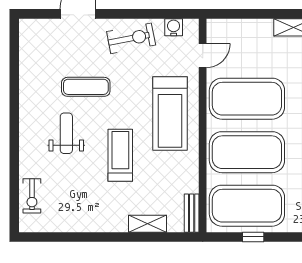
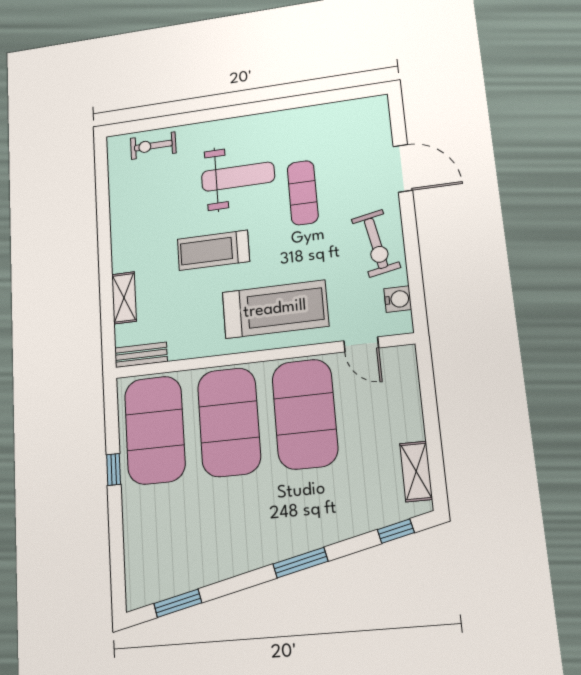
treadmill: (170, 114) -> (275, 309), turned 180
weight bench: (66, 133) -> (238, 177), width x1.36, depth x1.33
treadmill: (120, 155) -> (213, 250), turned 180
window: (253, 237) -> (113, 469), moved

